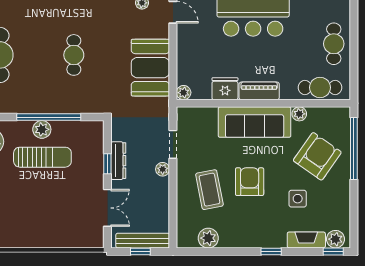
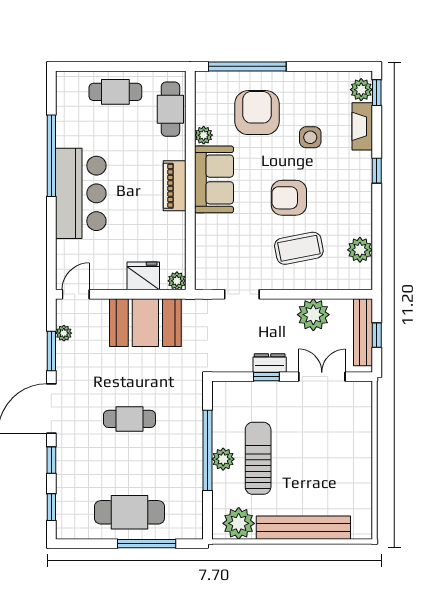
fridge: (225, 89) -> (143, 276), moved, turned 90
sofa: (255, 122) -> (214, 179), width x0.73
armchair: (317, 156) -> (257, 113), turned 55
dresser: (118, 161) -> (270, 363), width x0.70
plant: (163, 169) -> (313, 315), moved, width x1.88, depth x1.88

